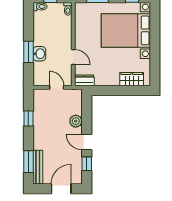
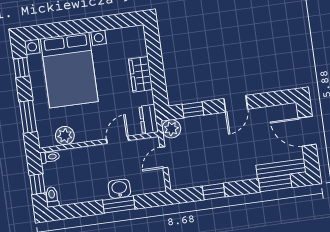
plant: (81, 21) -> (65, 136), added
wardrobe: (132, 79) -> (141, 74), moved
plant: (76, 121) -> (171, 129), moved
window: (87, 164) -> (193, 110), moved

